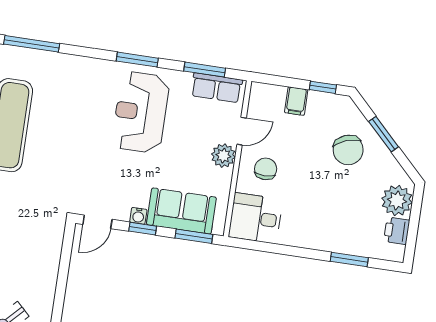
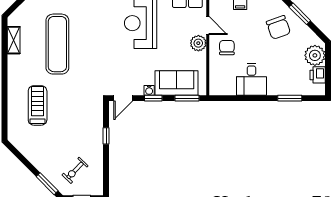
door: (242, 131) -> (208, 26), hinge flipped
desk: (256, 218) -> (252, 79), moved, turned -90
window: (63, 275) -> (106, 136), added

